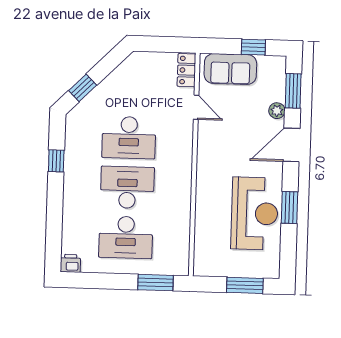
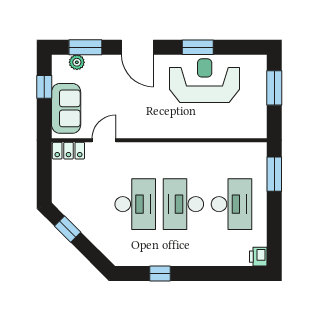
window: (83, 88) -> (68, 229), moved
plant: (277, 111) -> (77, 62), moved

